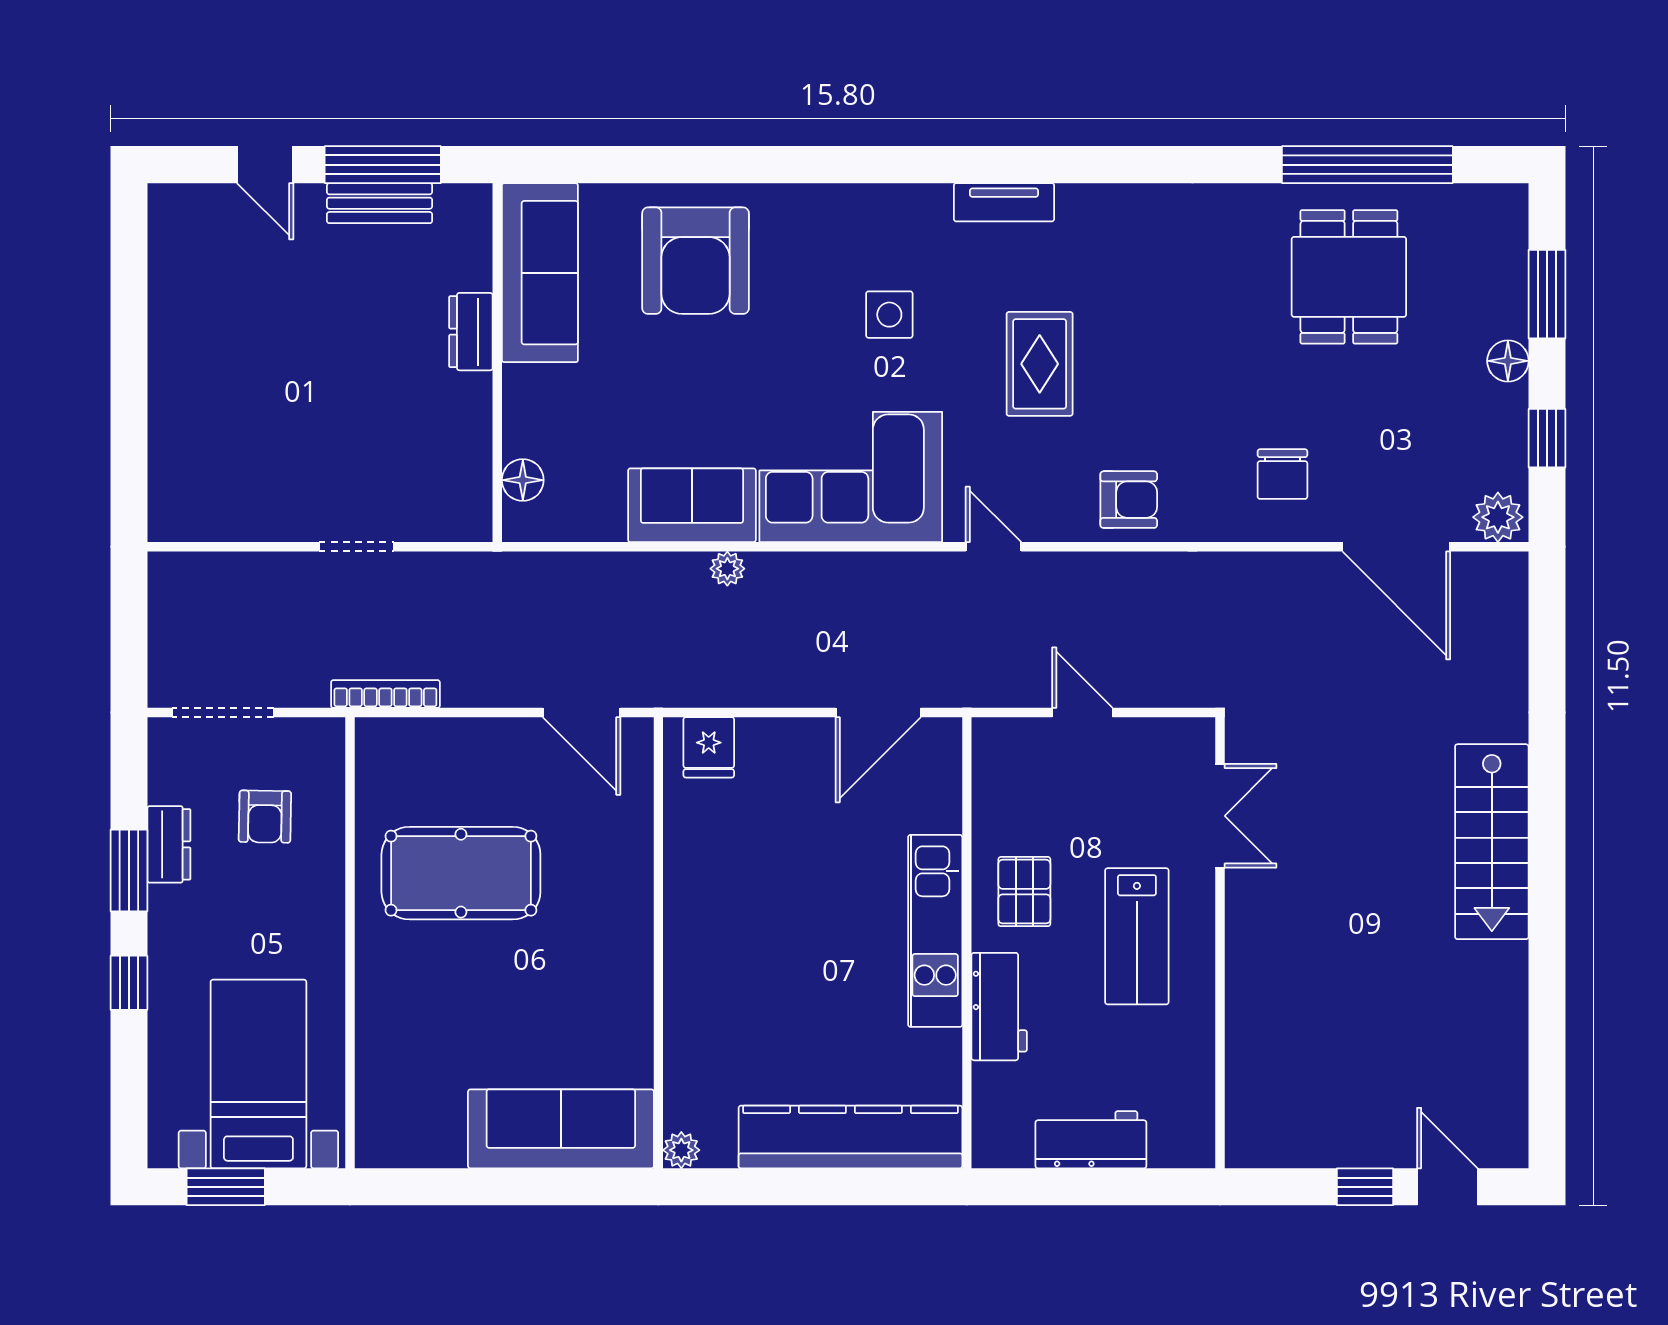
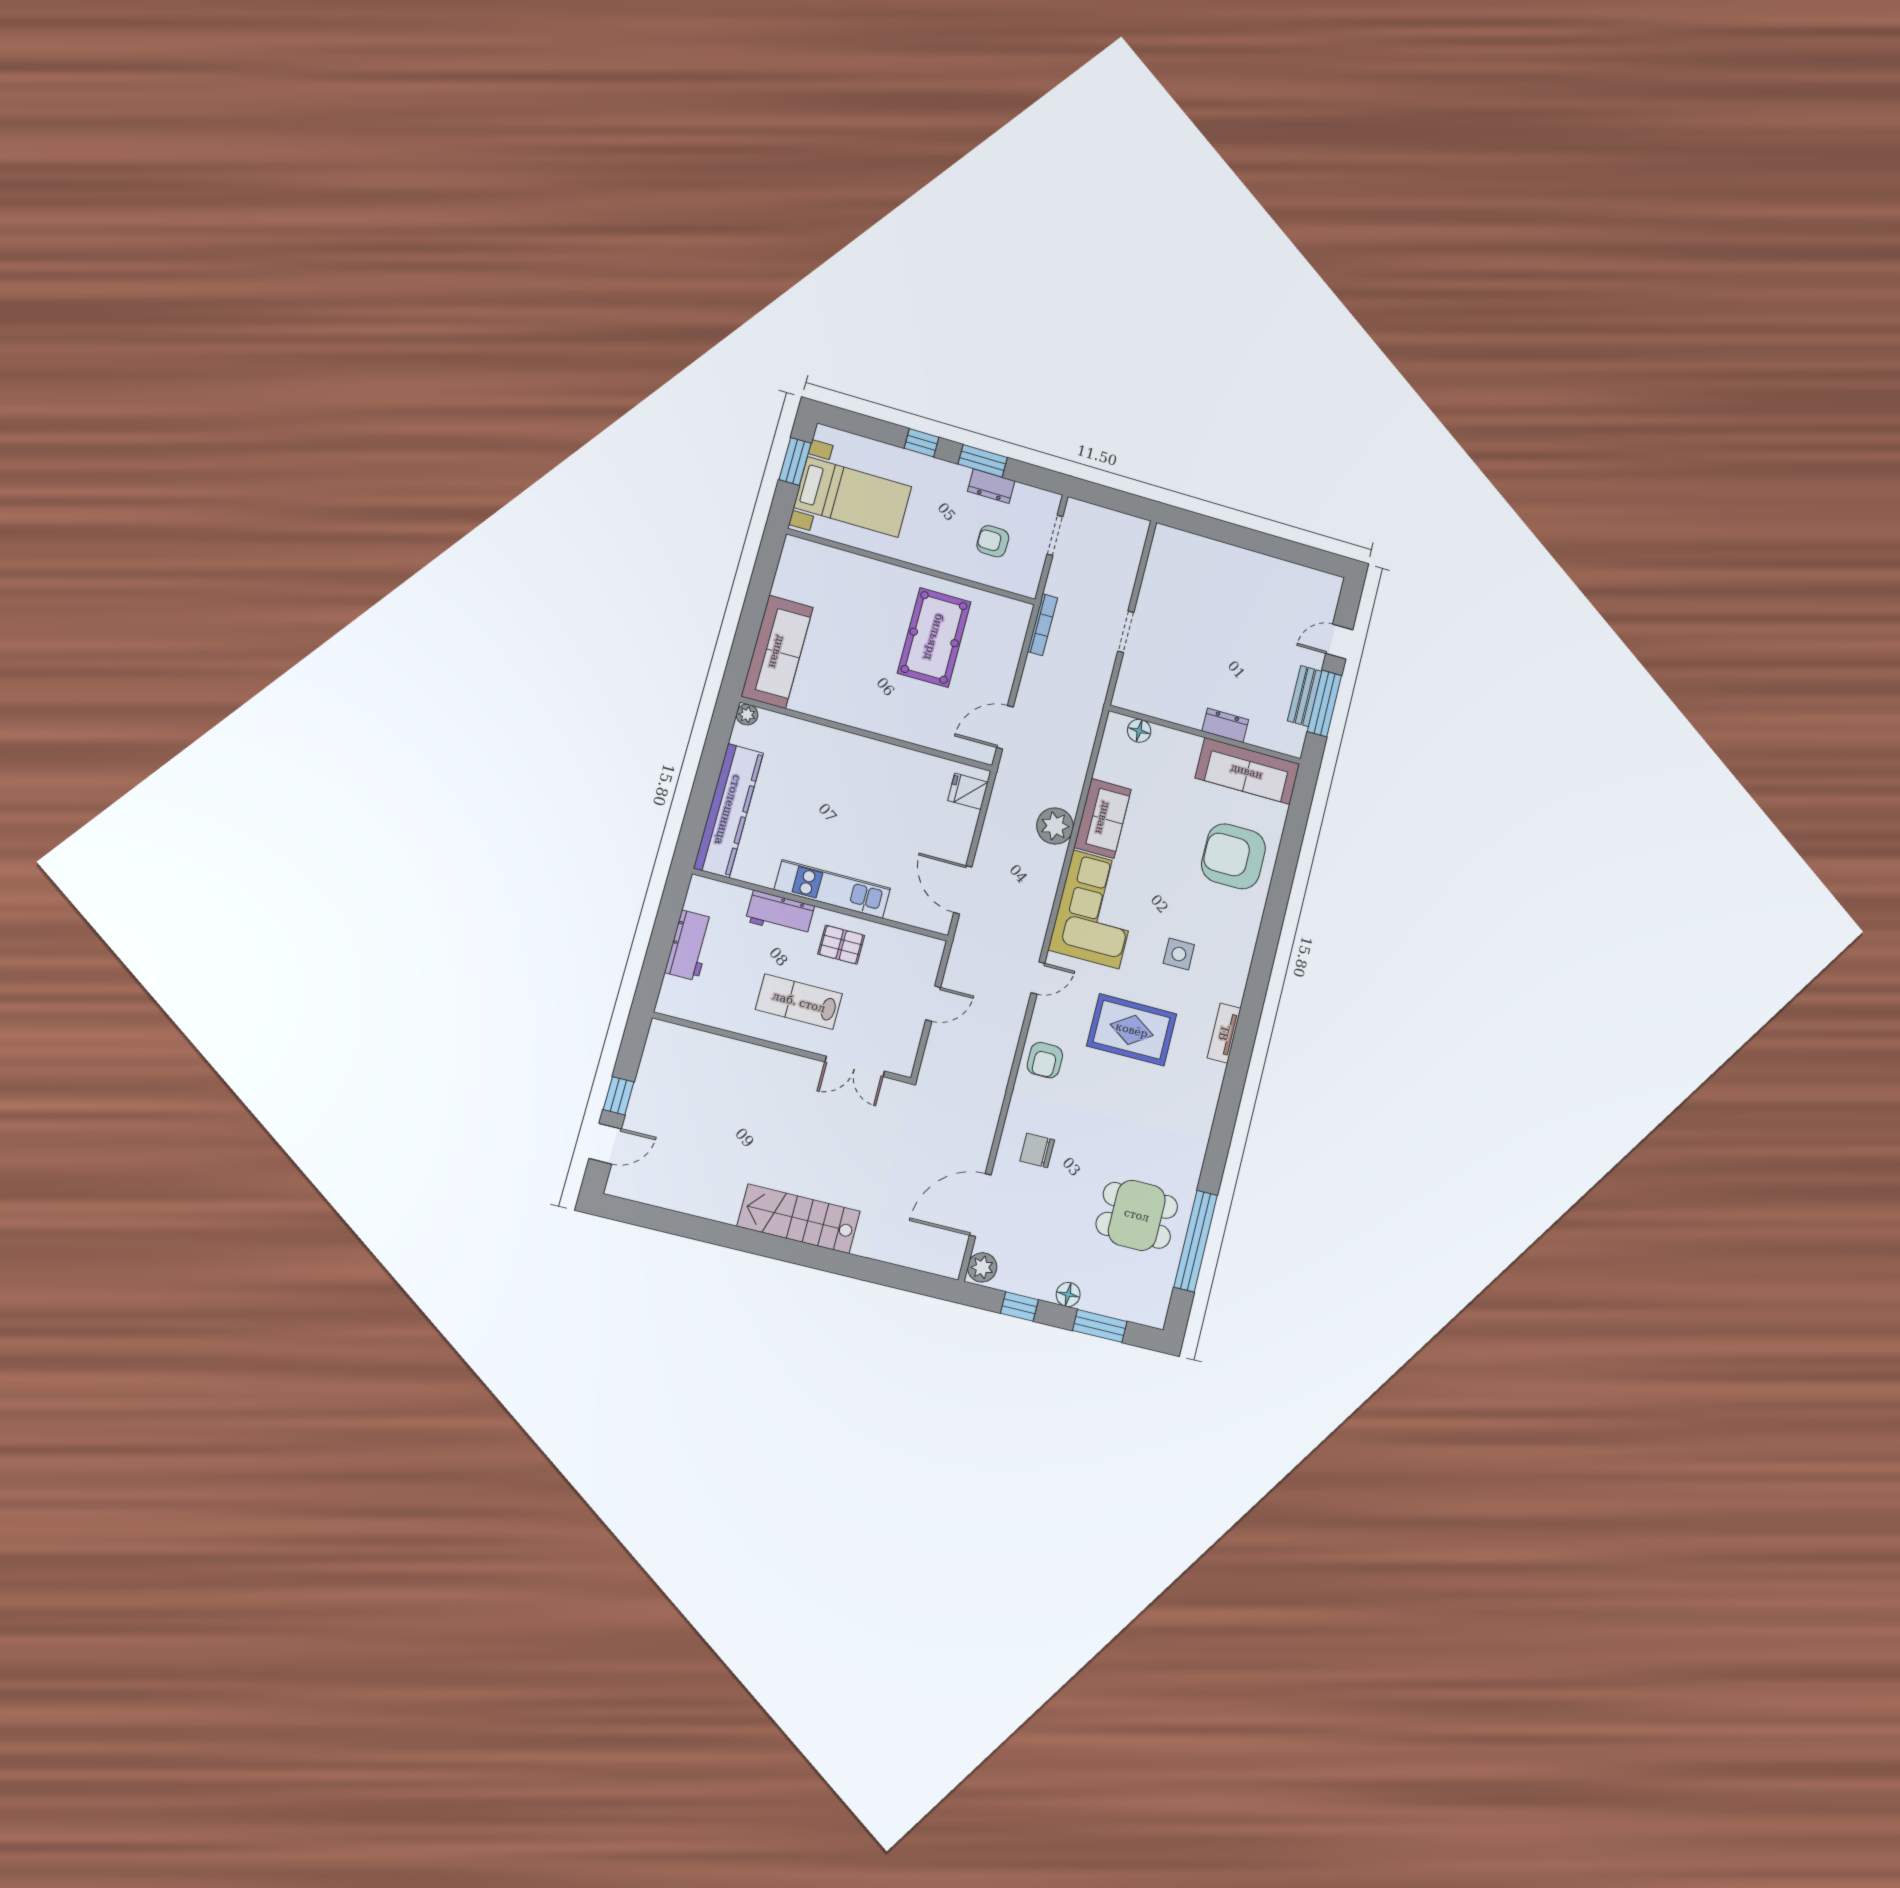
rug: (1040, 364) -> (1132, 1030), width x1.36, depth x1.43
plant: (727, 569) -> (1055, 826), width x1.88, depth x1.88
doorway: (223, 713) -> (1055, 535), width x0.73

